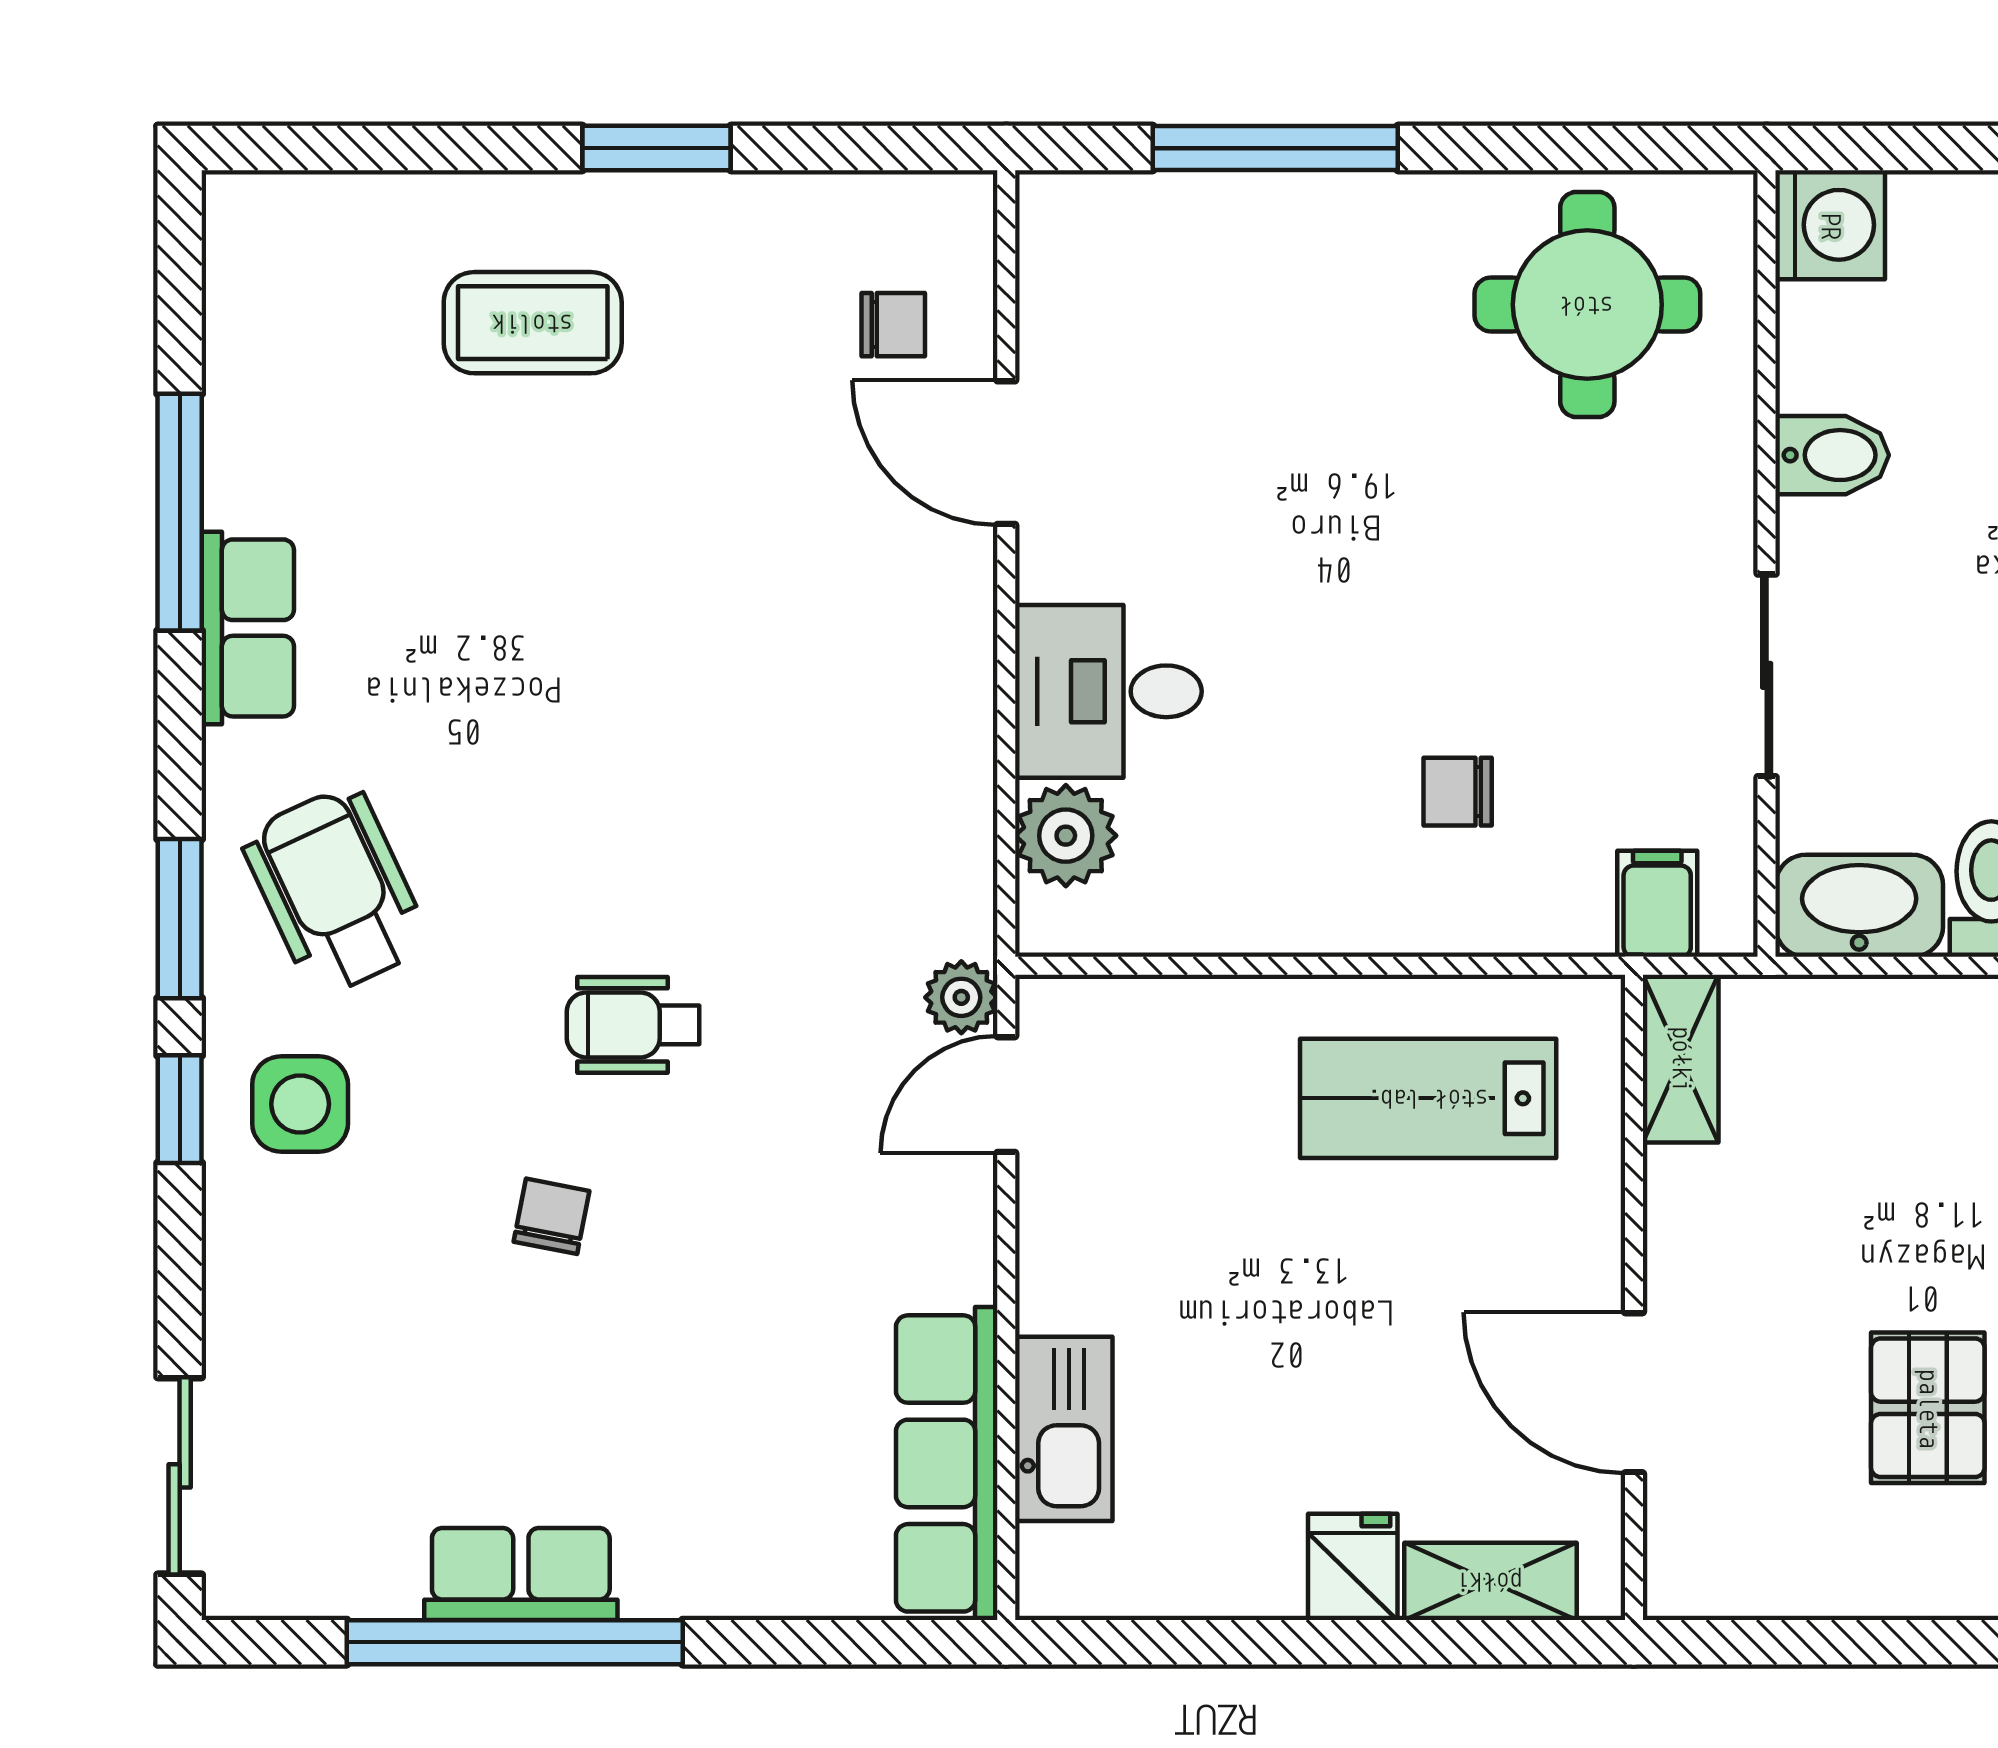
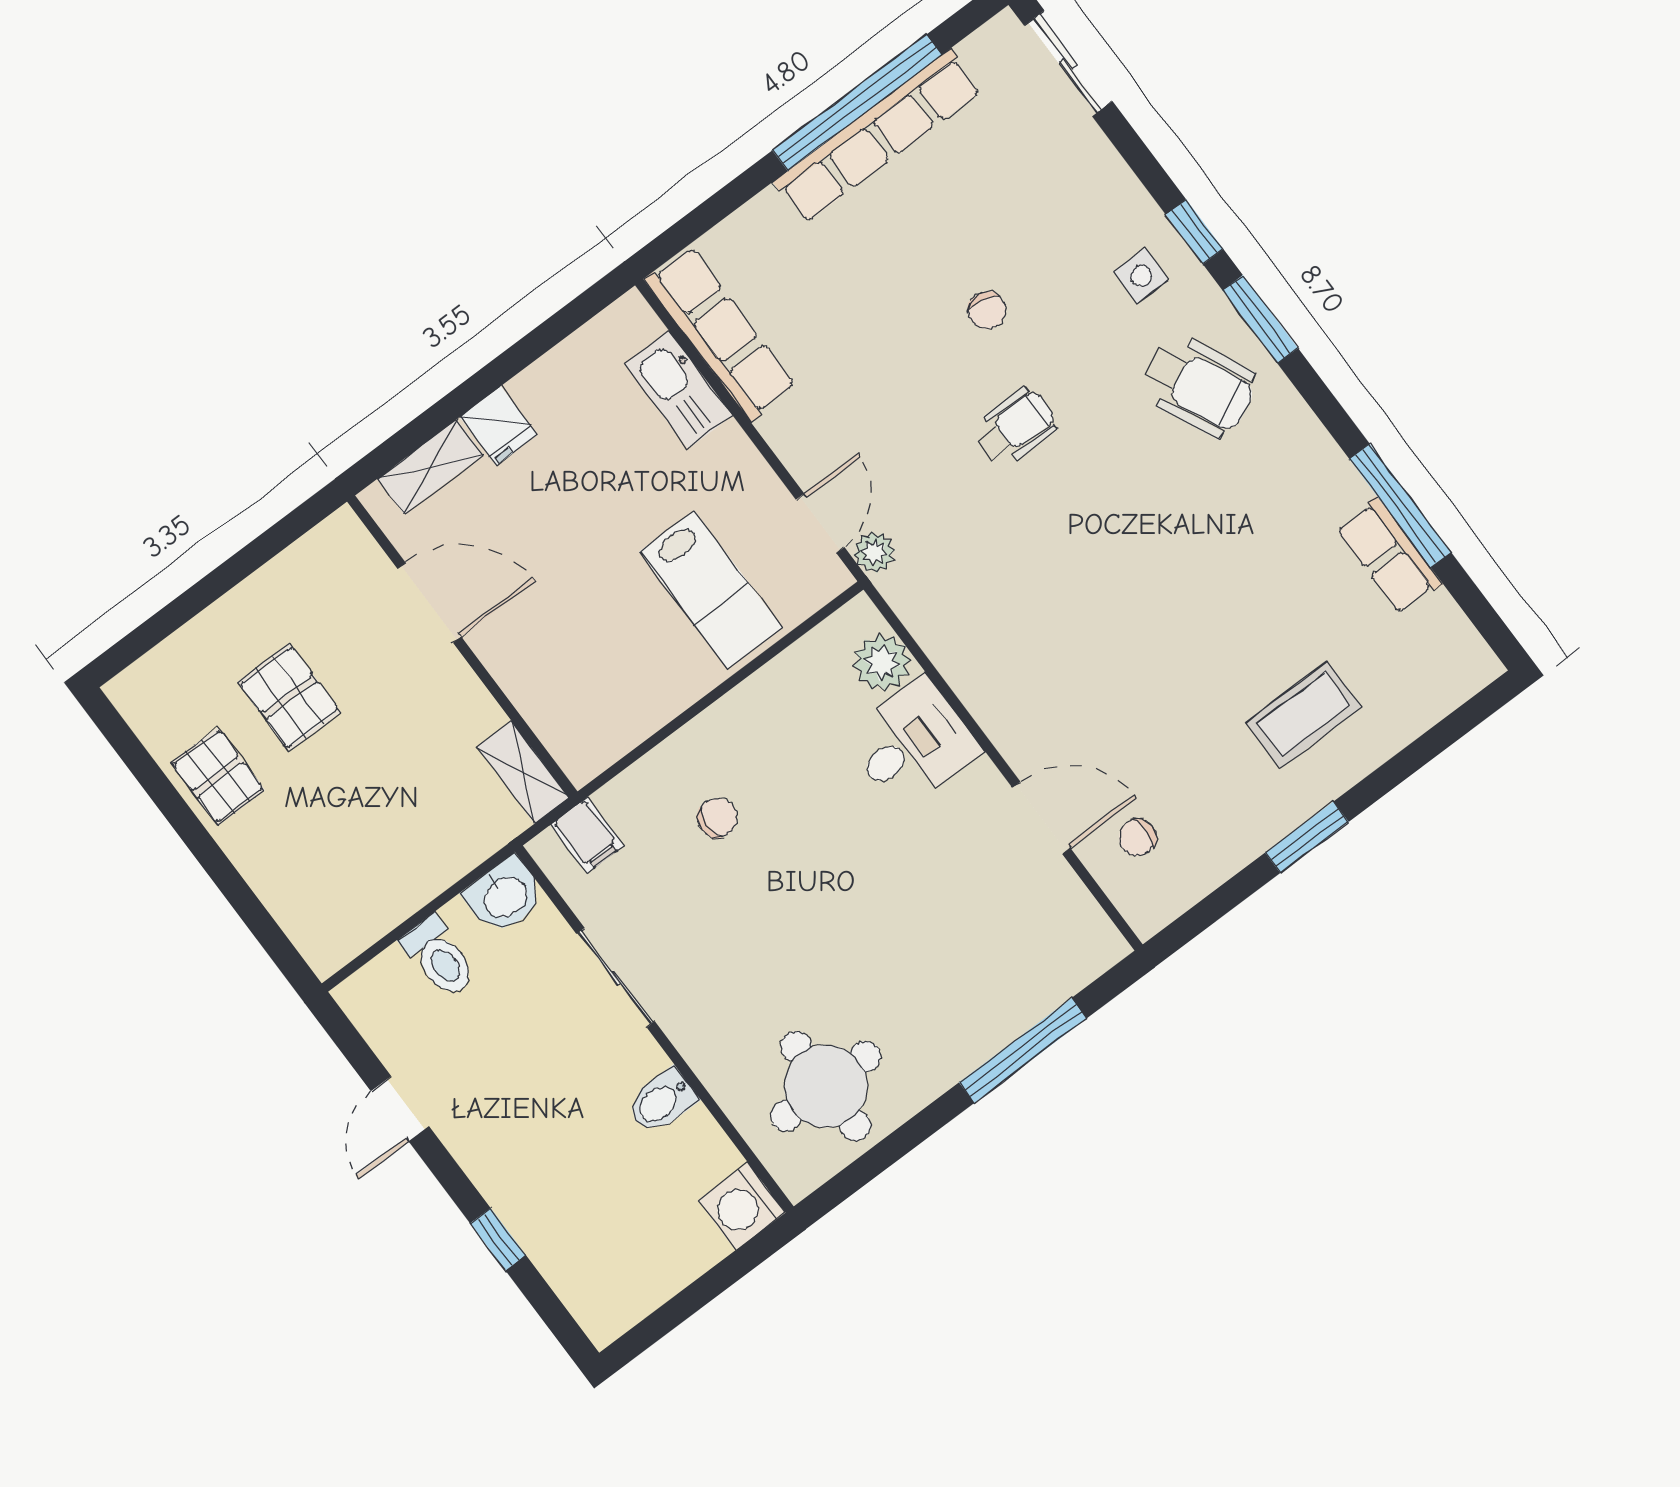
row of seats: (248, 628) -> (1389, 556), moved
washbasin: (1859, 906) -> (504, 896), width x0.72
lab bench: (1428, 1098) -> (711, 590), moved, turned 90
side table: (300, 1104) -> (1141, 276), width x0.73, depth x0.73
row of seats: (521, 1574) -> (878, 136), width x2.02

